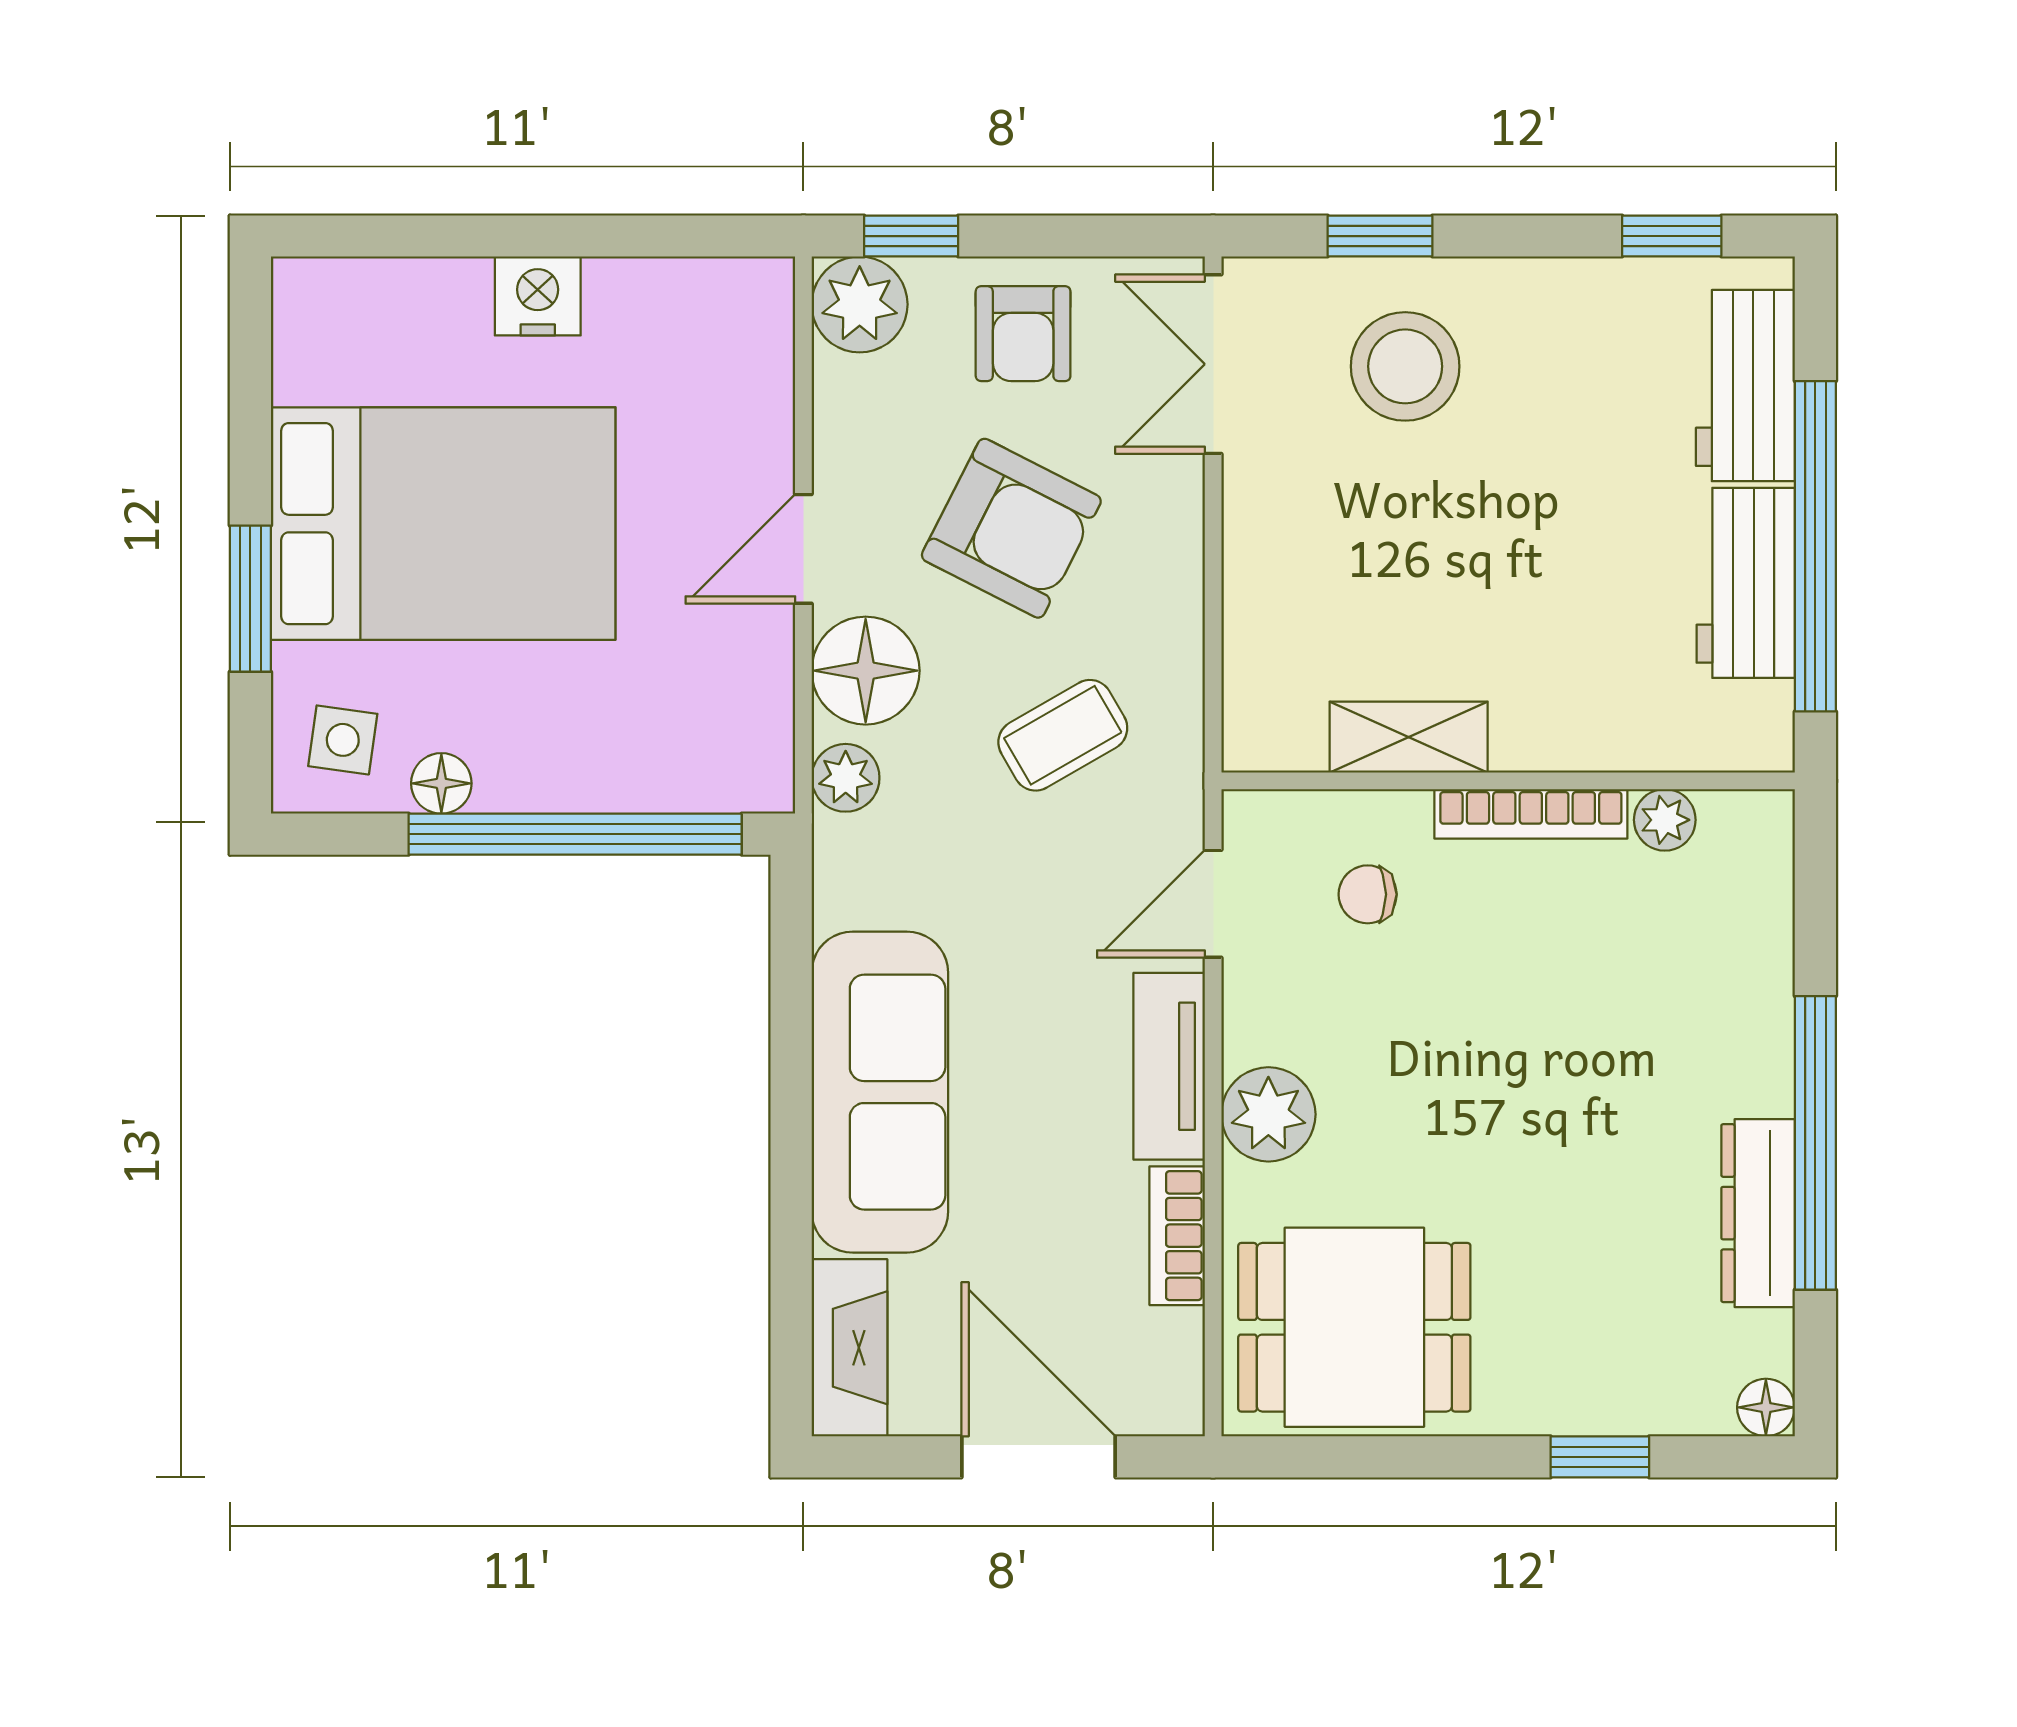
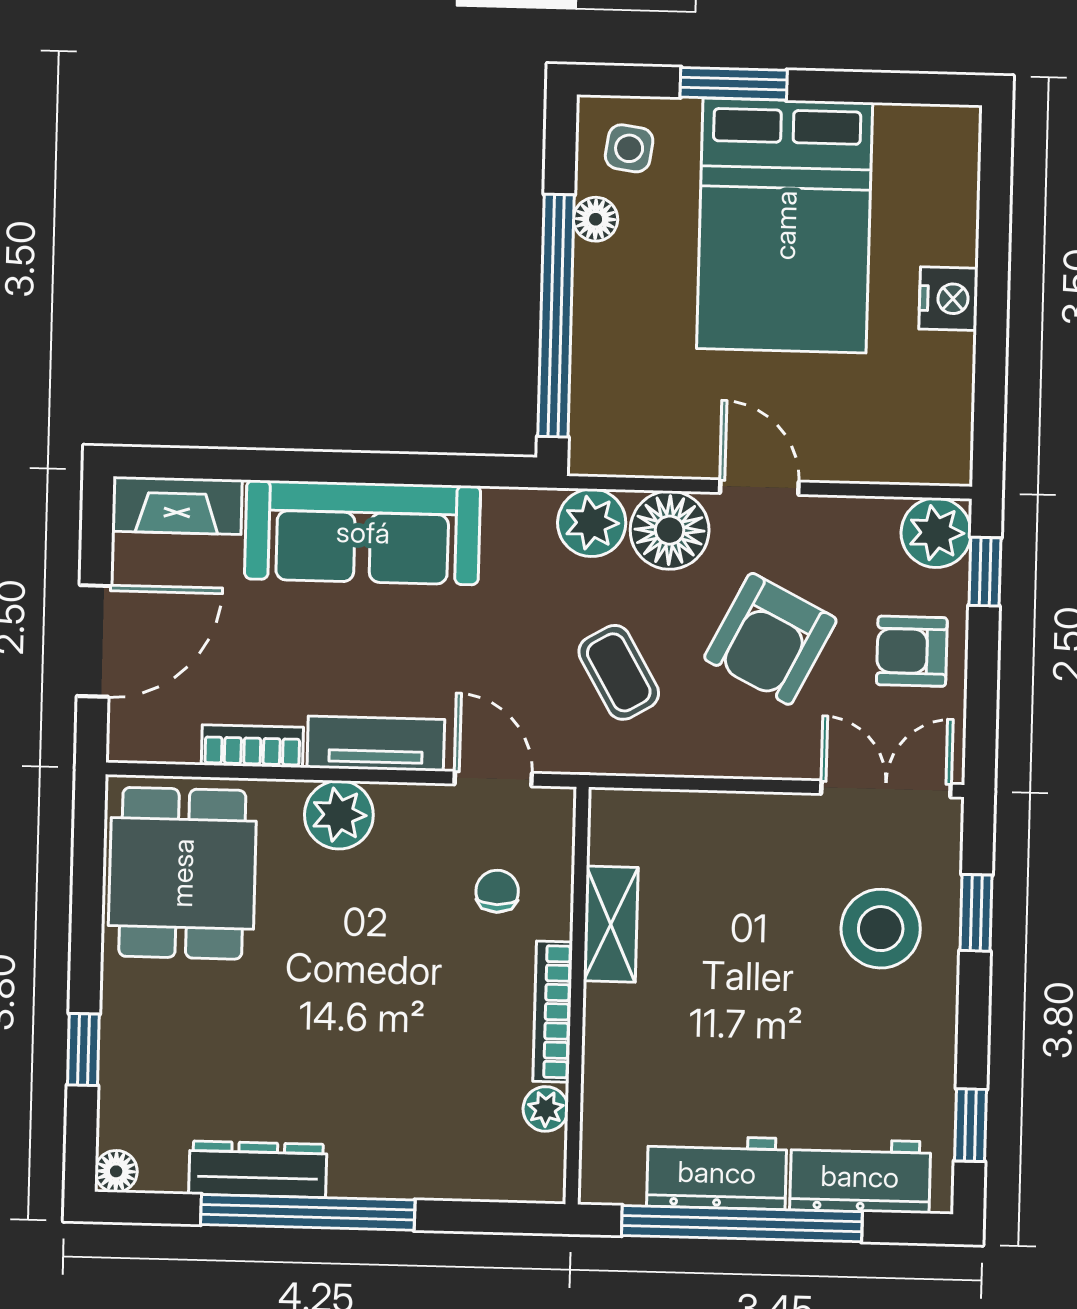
plant: (846, 778) -> (592, 523), width x1.38, depth x1.38

